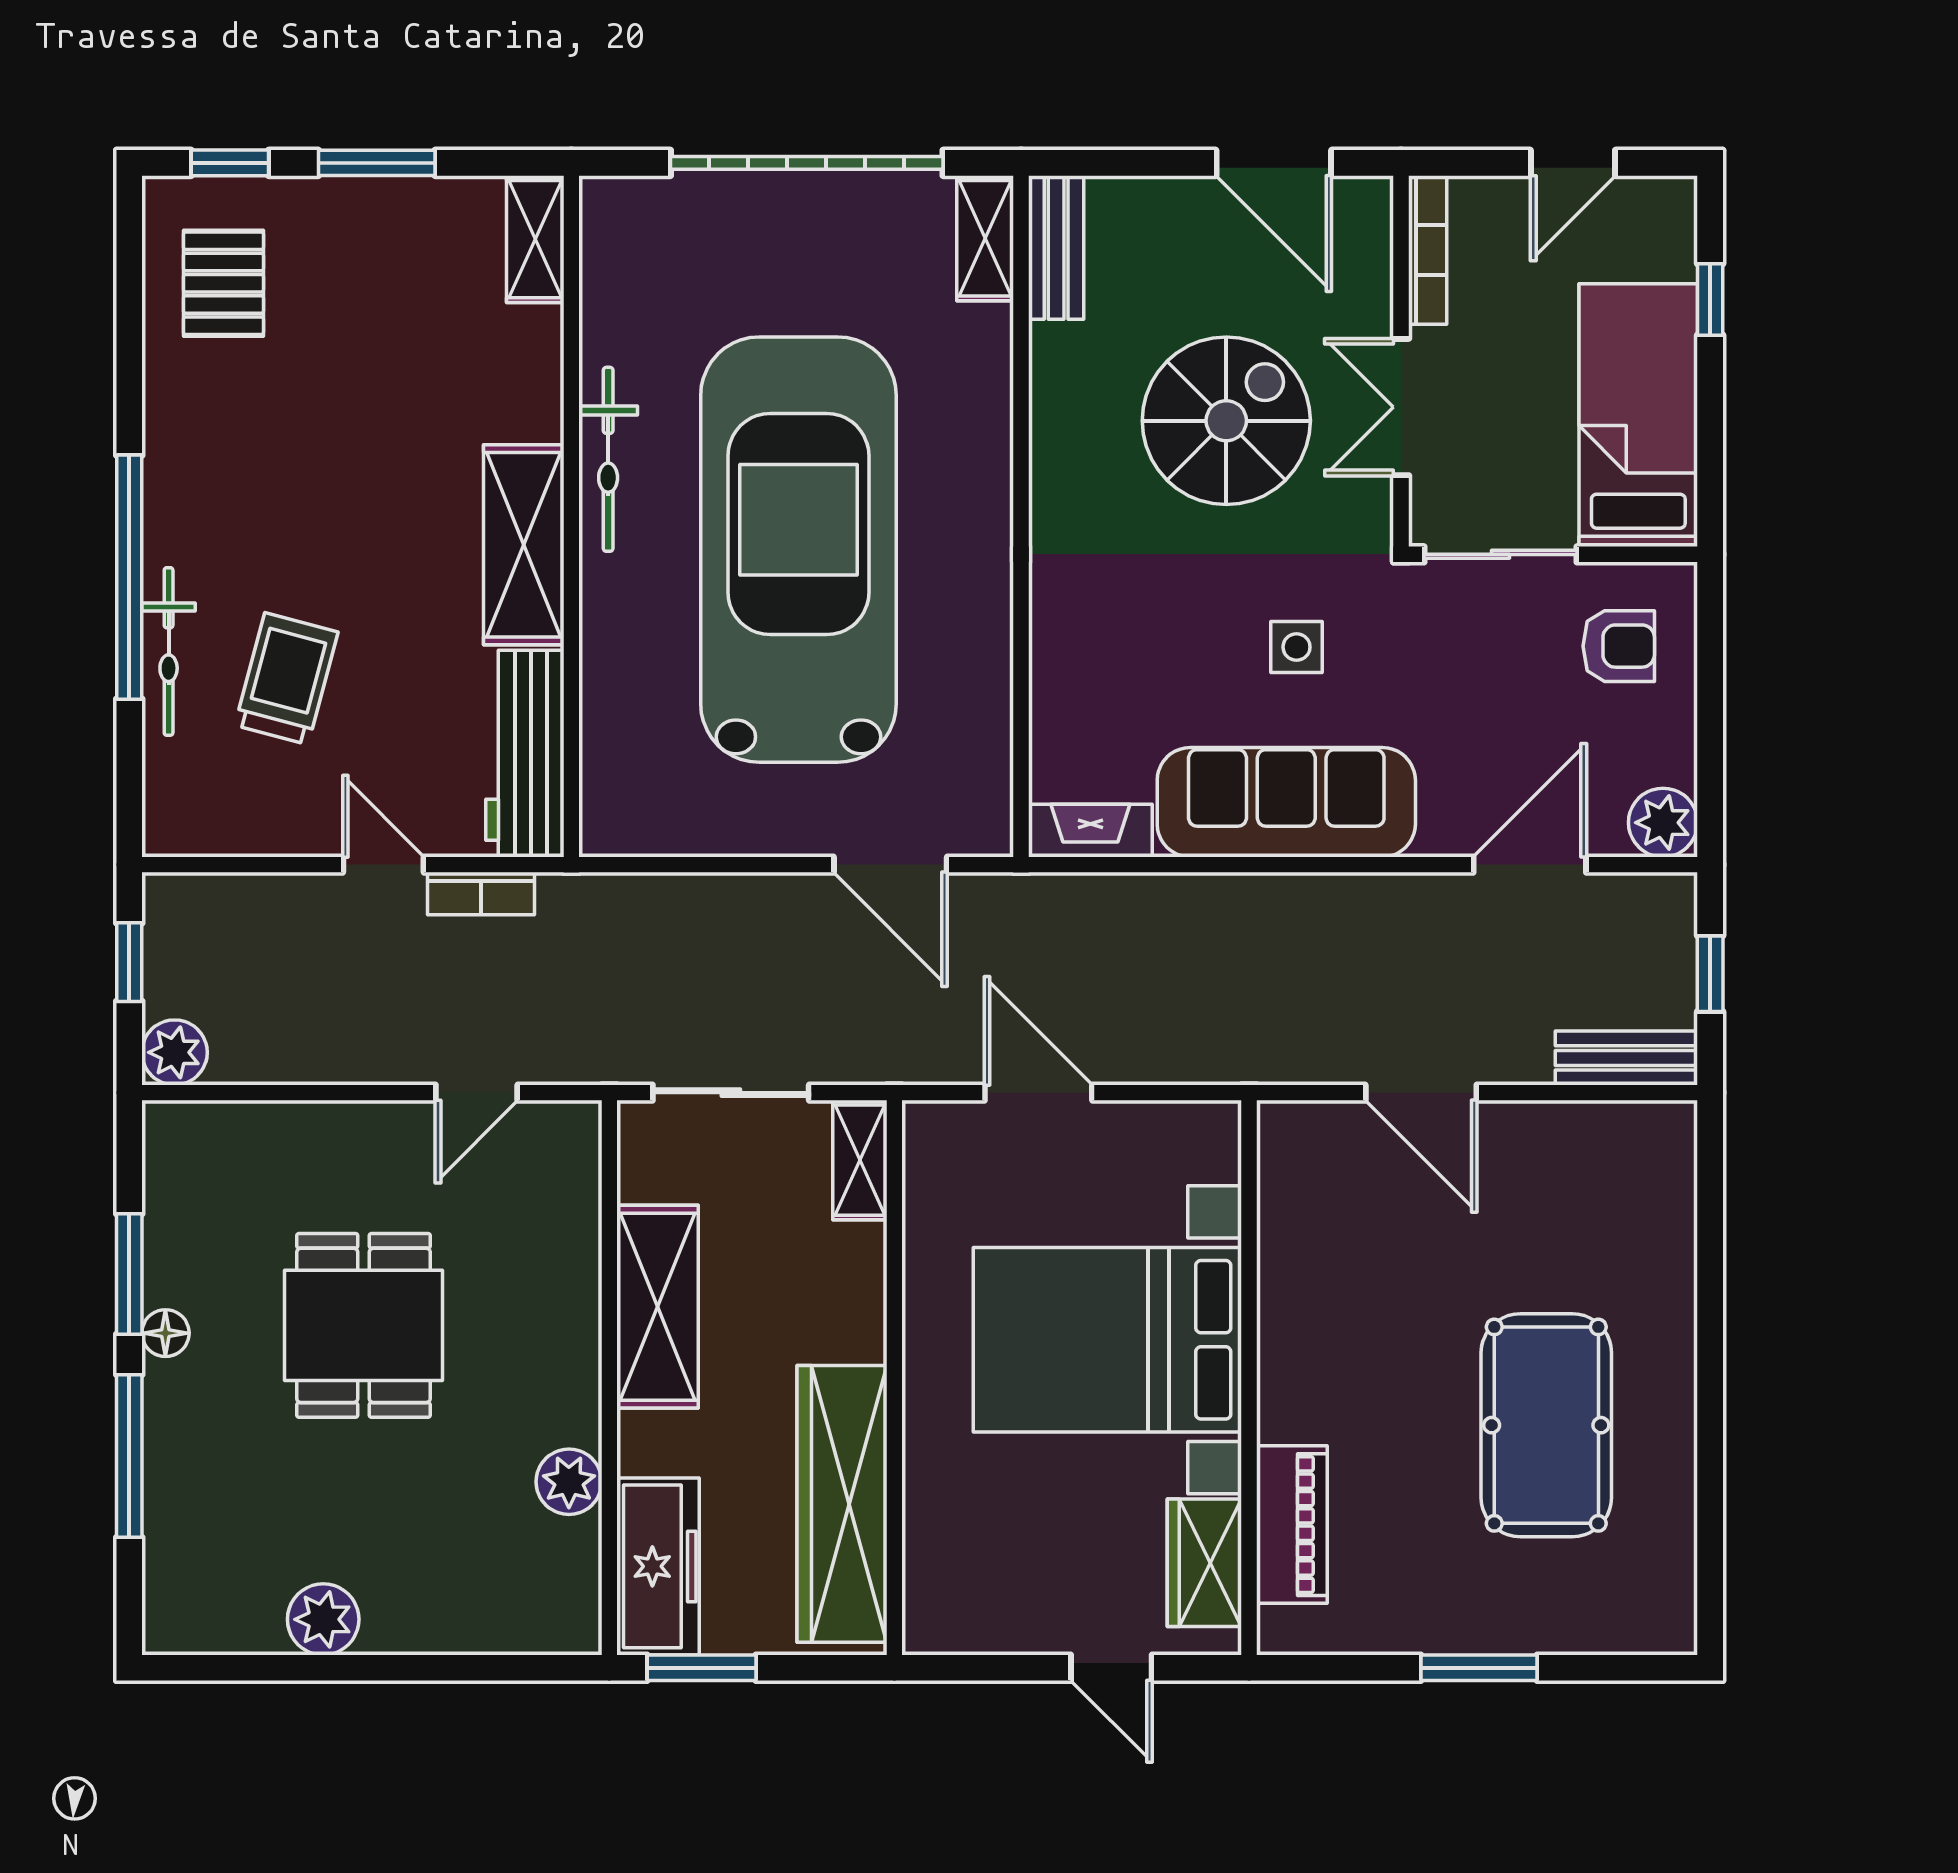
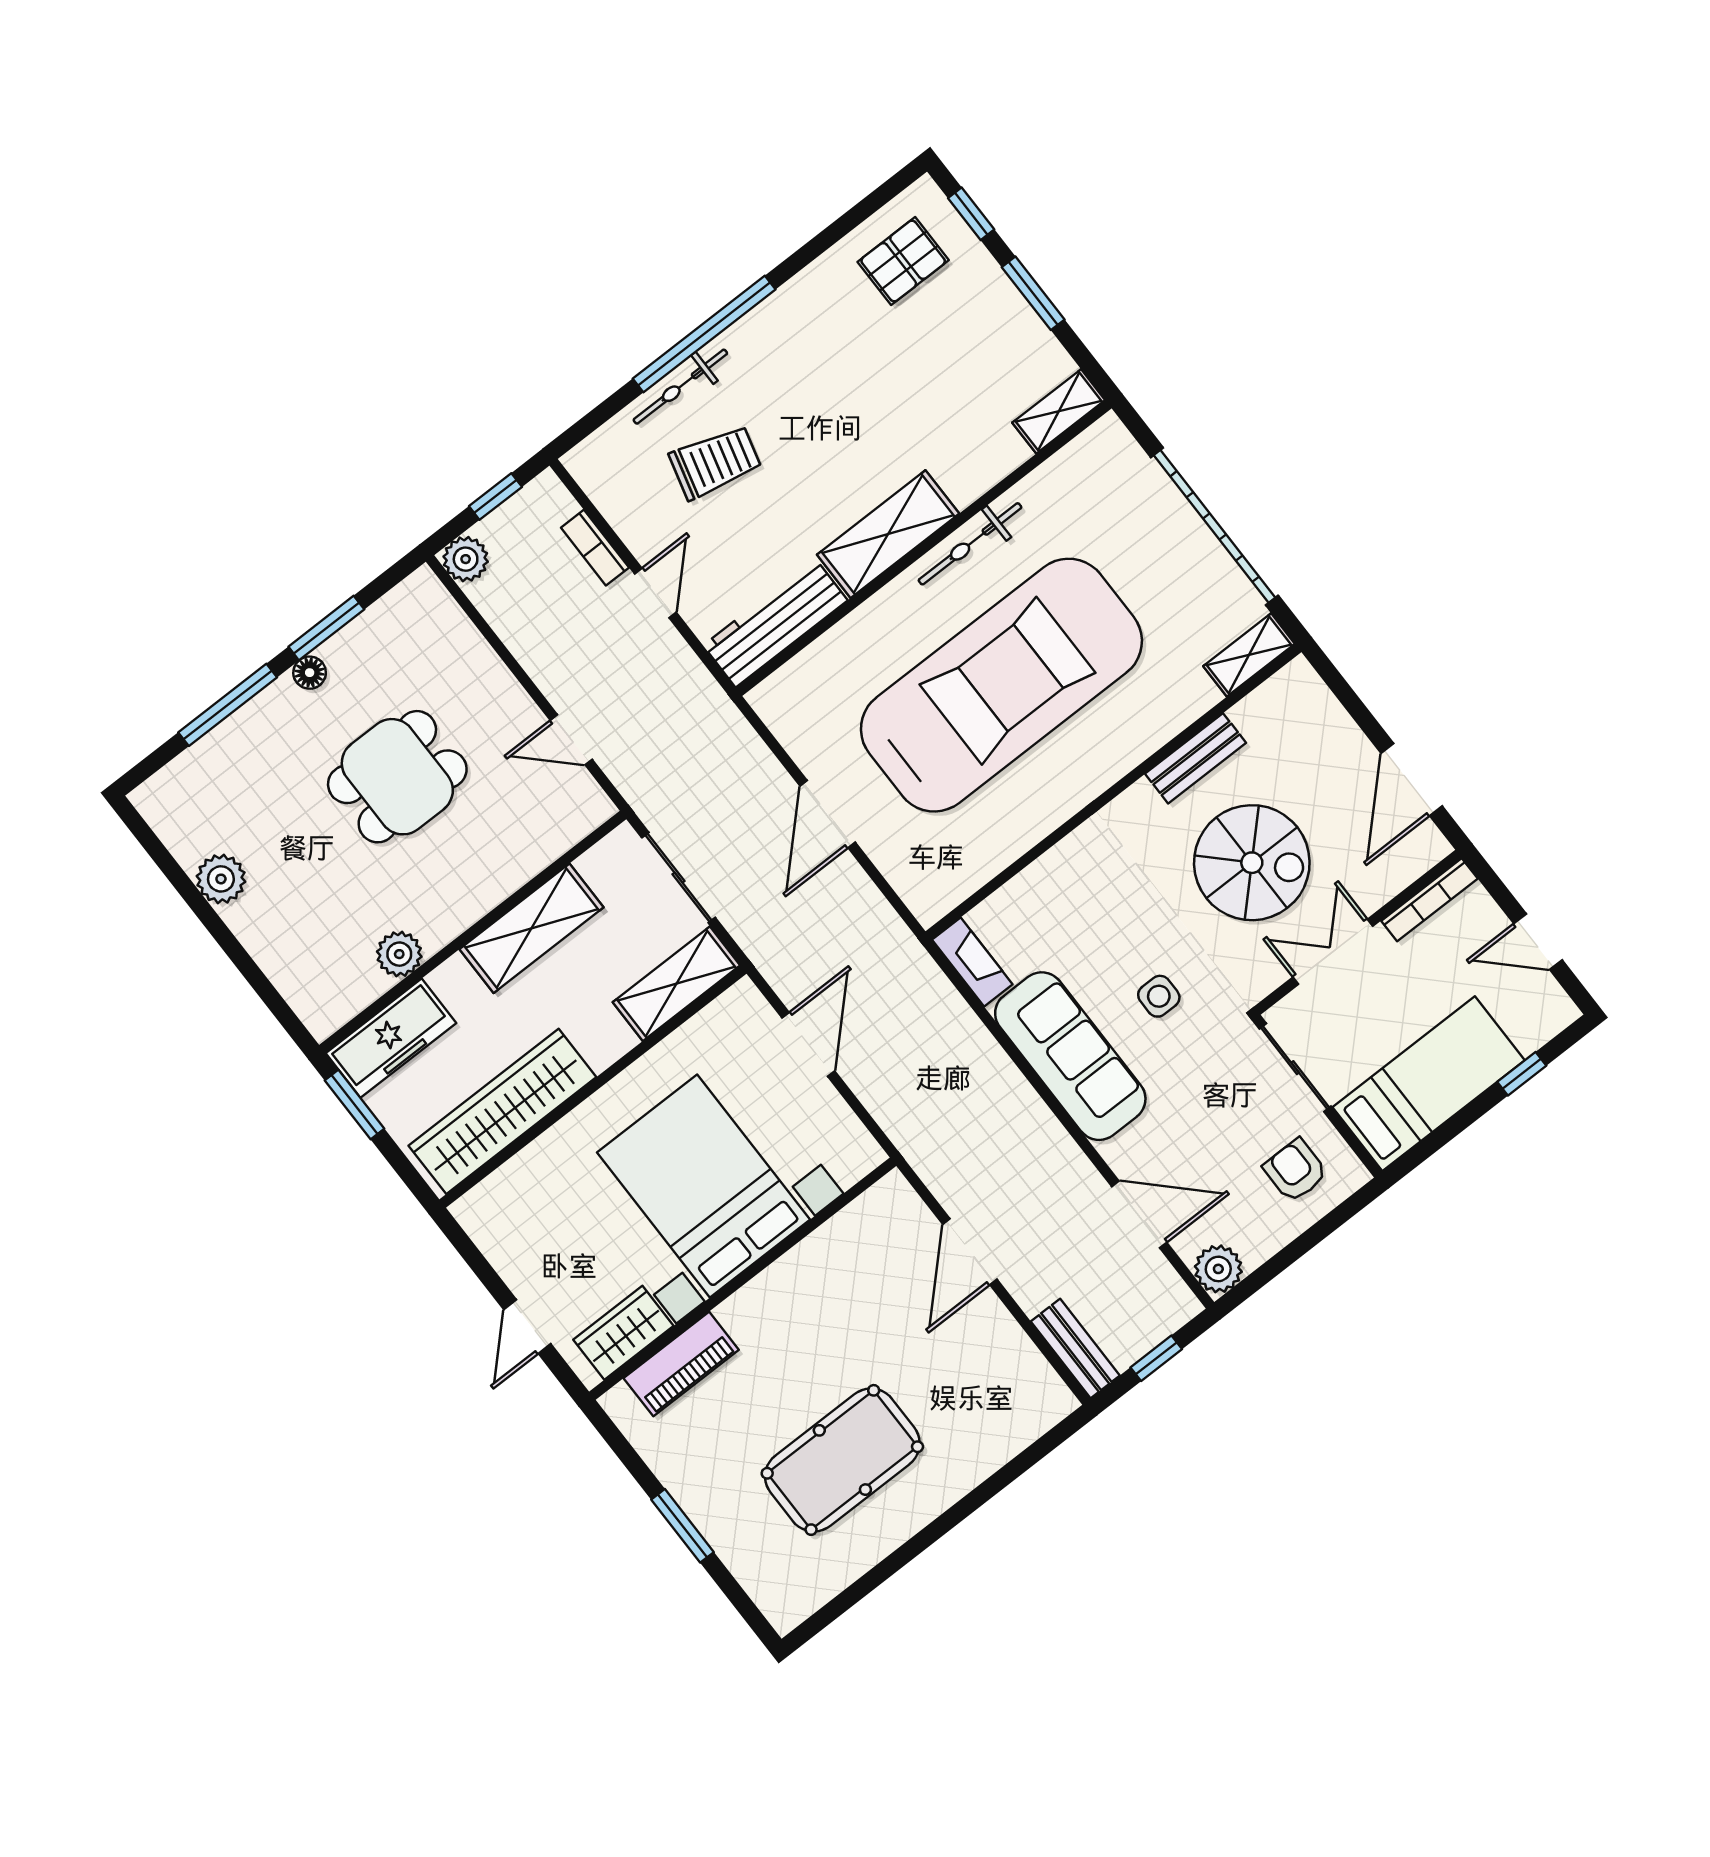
bench: (1056, 247) -> (1196, 758), moved
armchair: (1619, 646) -> (1295, 1170), turned 180
door: (890, 865) -> (828, 814), moved
bookcase: (481, 894) -> (595, 548), moved
shelving: (860, 1160) -> (676, 984), width x1.50, depth x1.33

